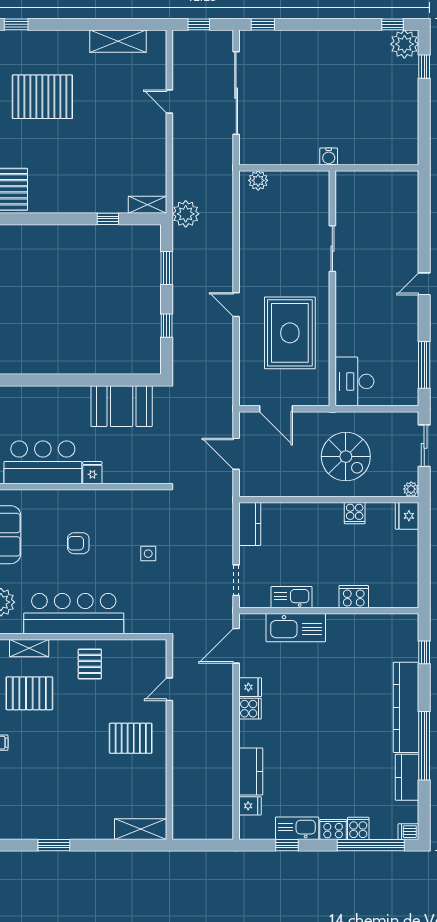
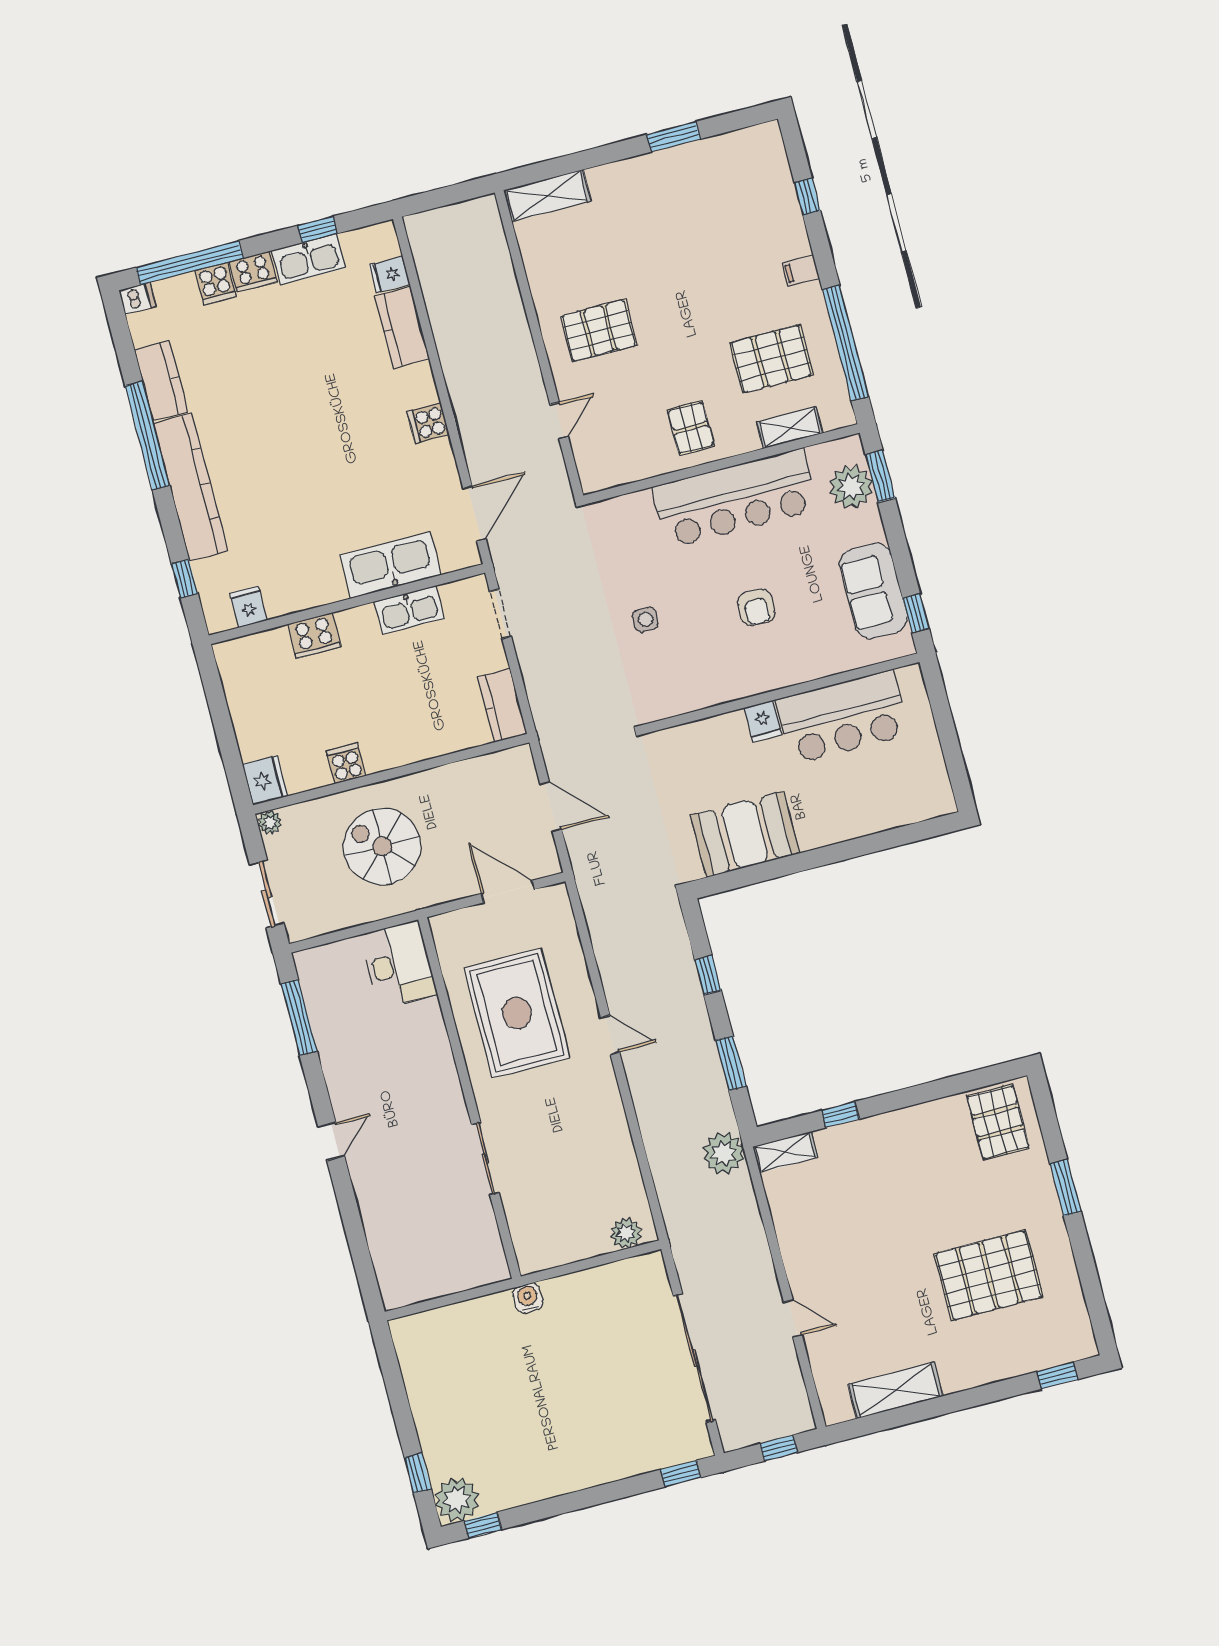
armchair: (78, 543) -> (756, 608), turned 90
fridge: (250, 687) -> (248, 607), moved, turned 90

